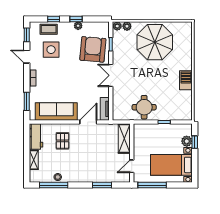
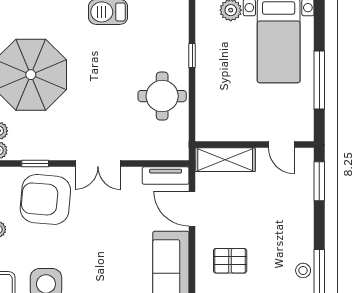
shelving: (124, 138) -> (225, 160), moved
wall: (132, 153) -> (255, 144), moved
door: (132, 166) -> (281, 144), moved

